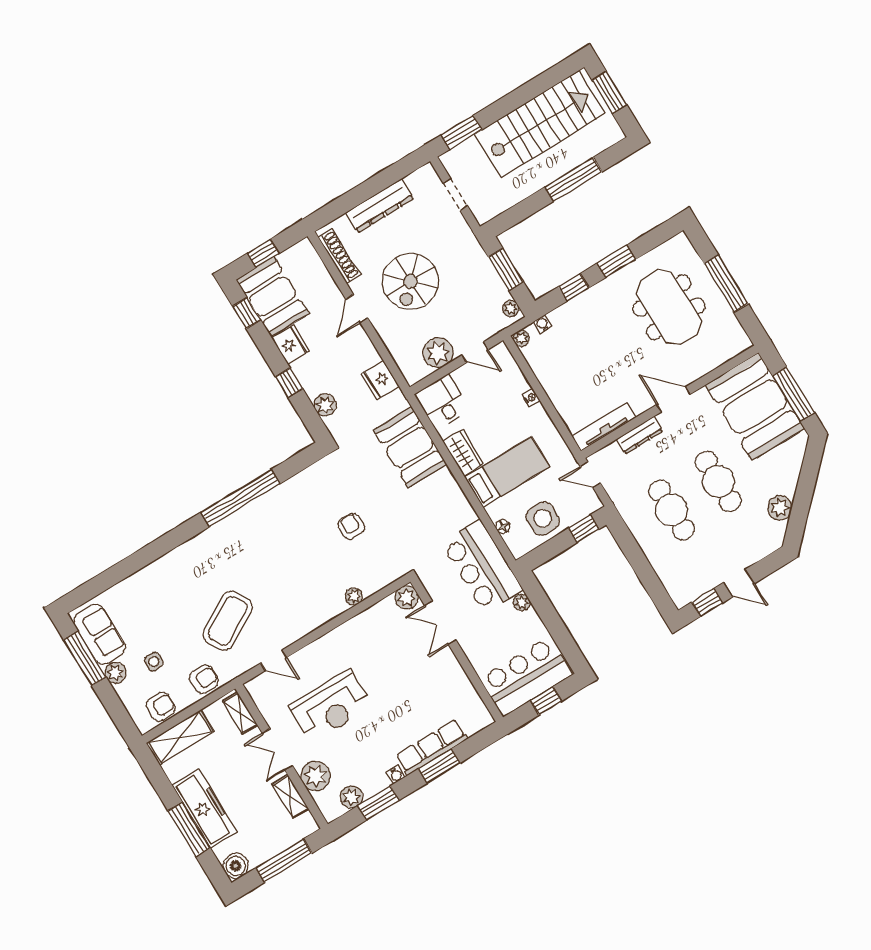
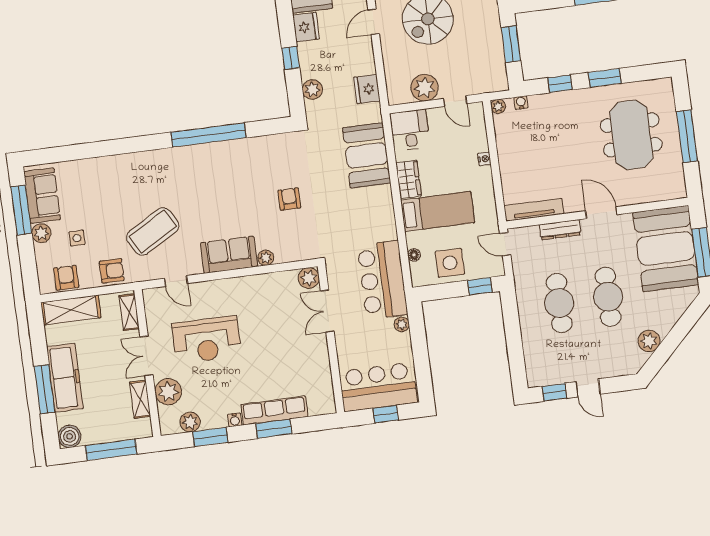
plant: (511, 308) -> (500, 78), removed
sofa: (315, 610) -> (229, 255), added
armchair: (161, 707) -> (66, 278), turned -90

